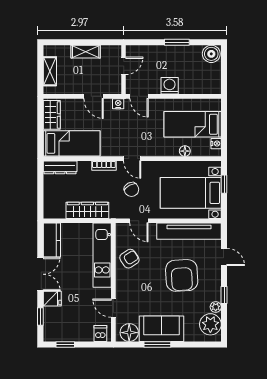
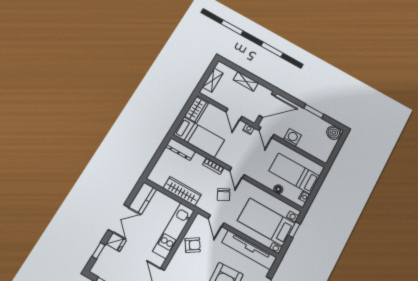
door: (124, 66) -> (267, 106), width x1.88

